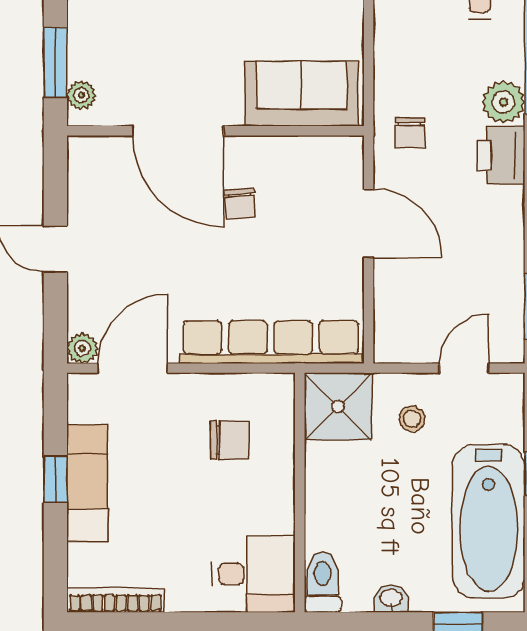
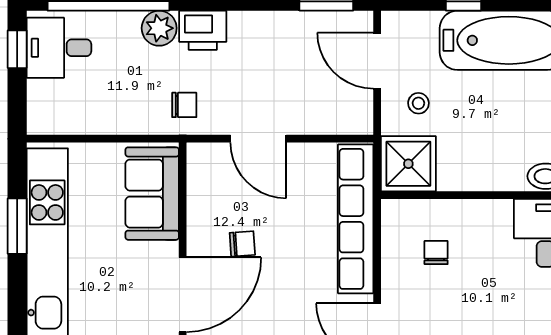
door: (369, 223) -> (258, 139), swing flipped
door: (464, 368) -> (377, 61), width x1.38
chair: (230, 440) -> (436, 253), width x0.73, depth x0.73

